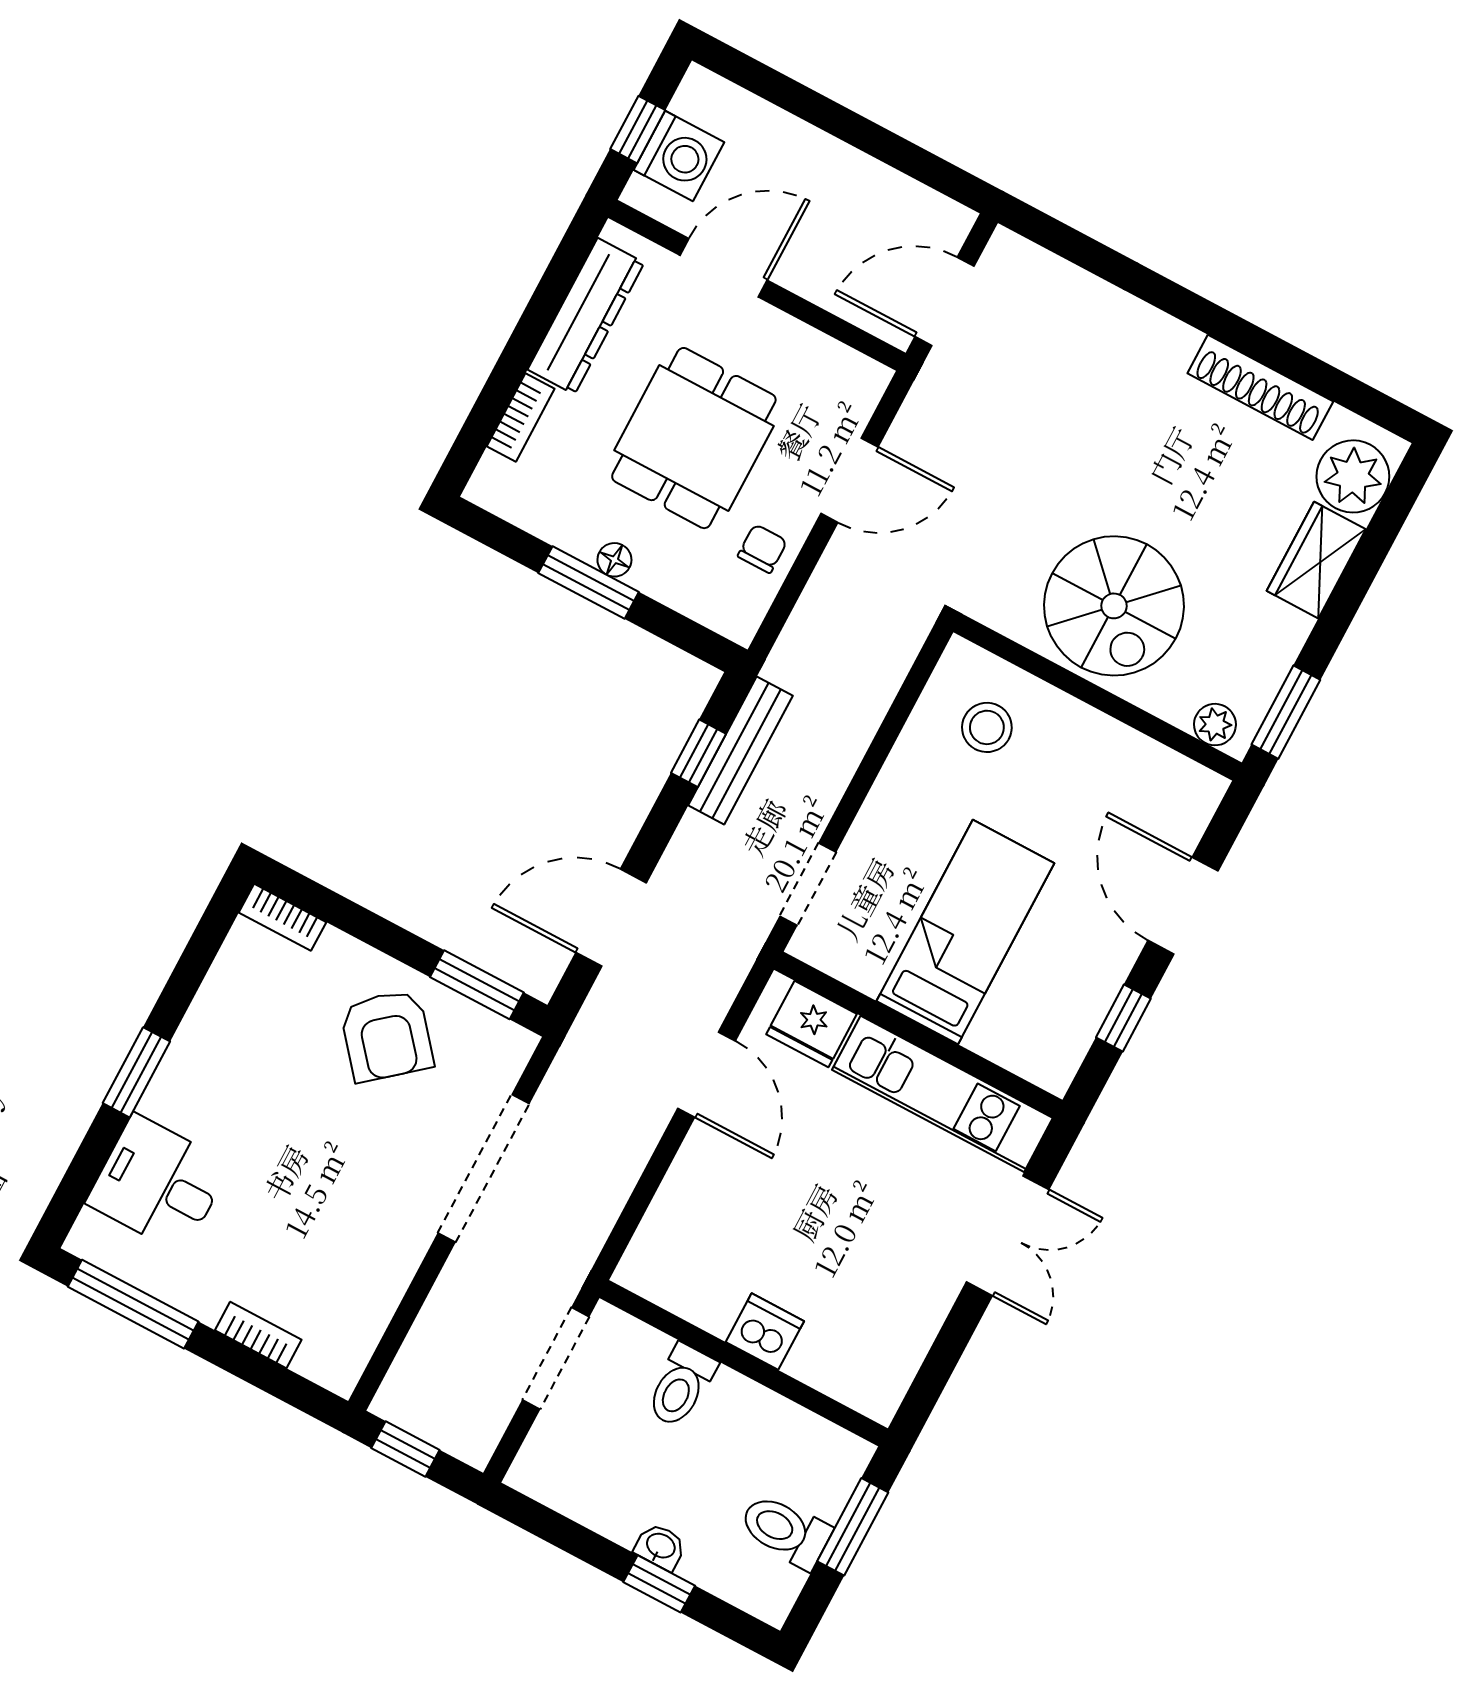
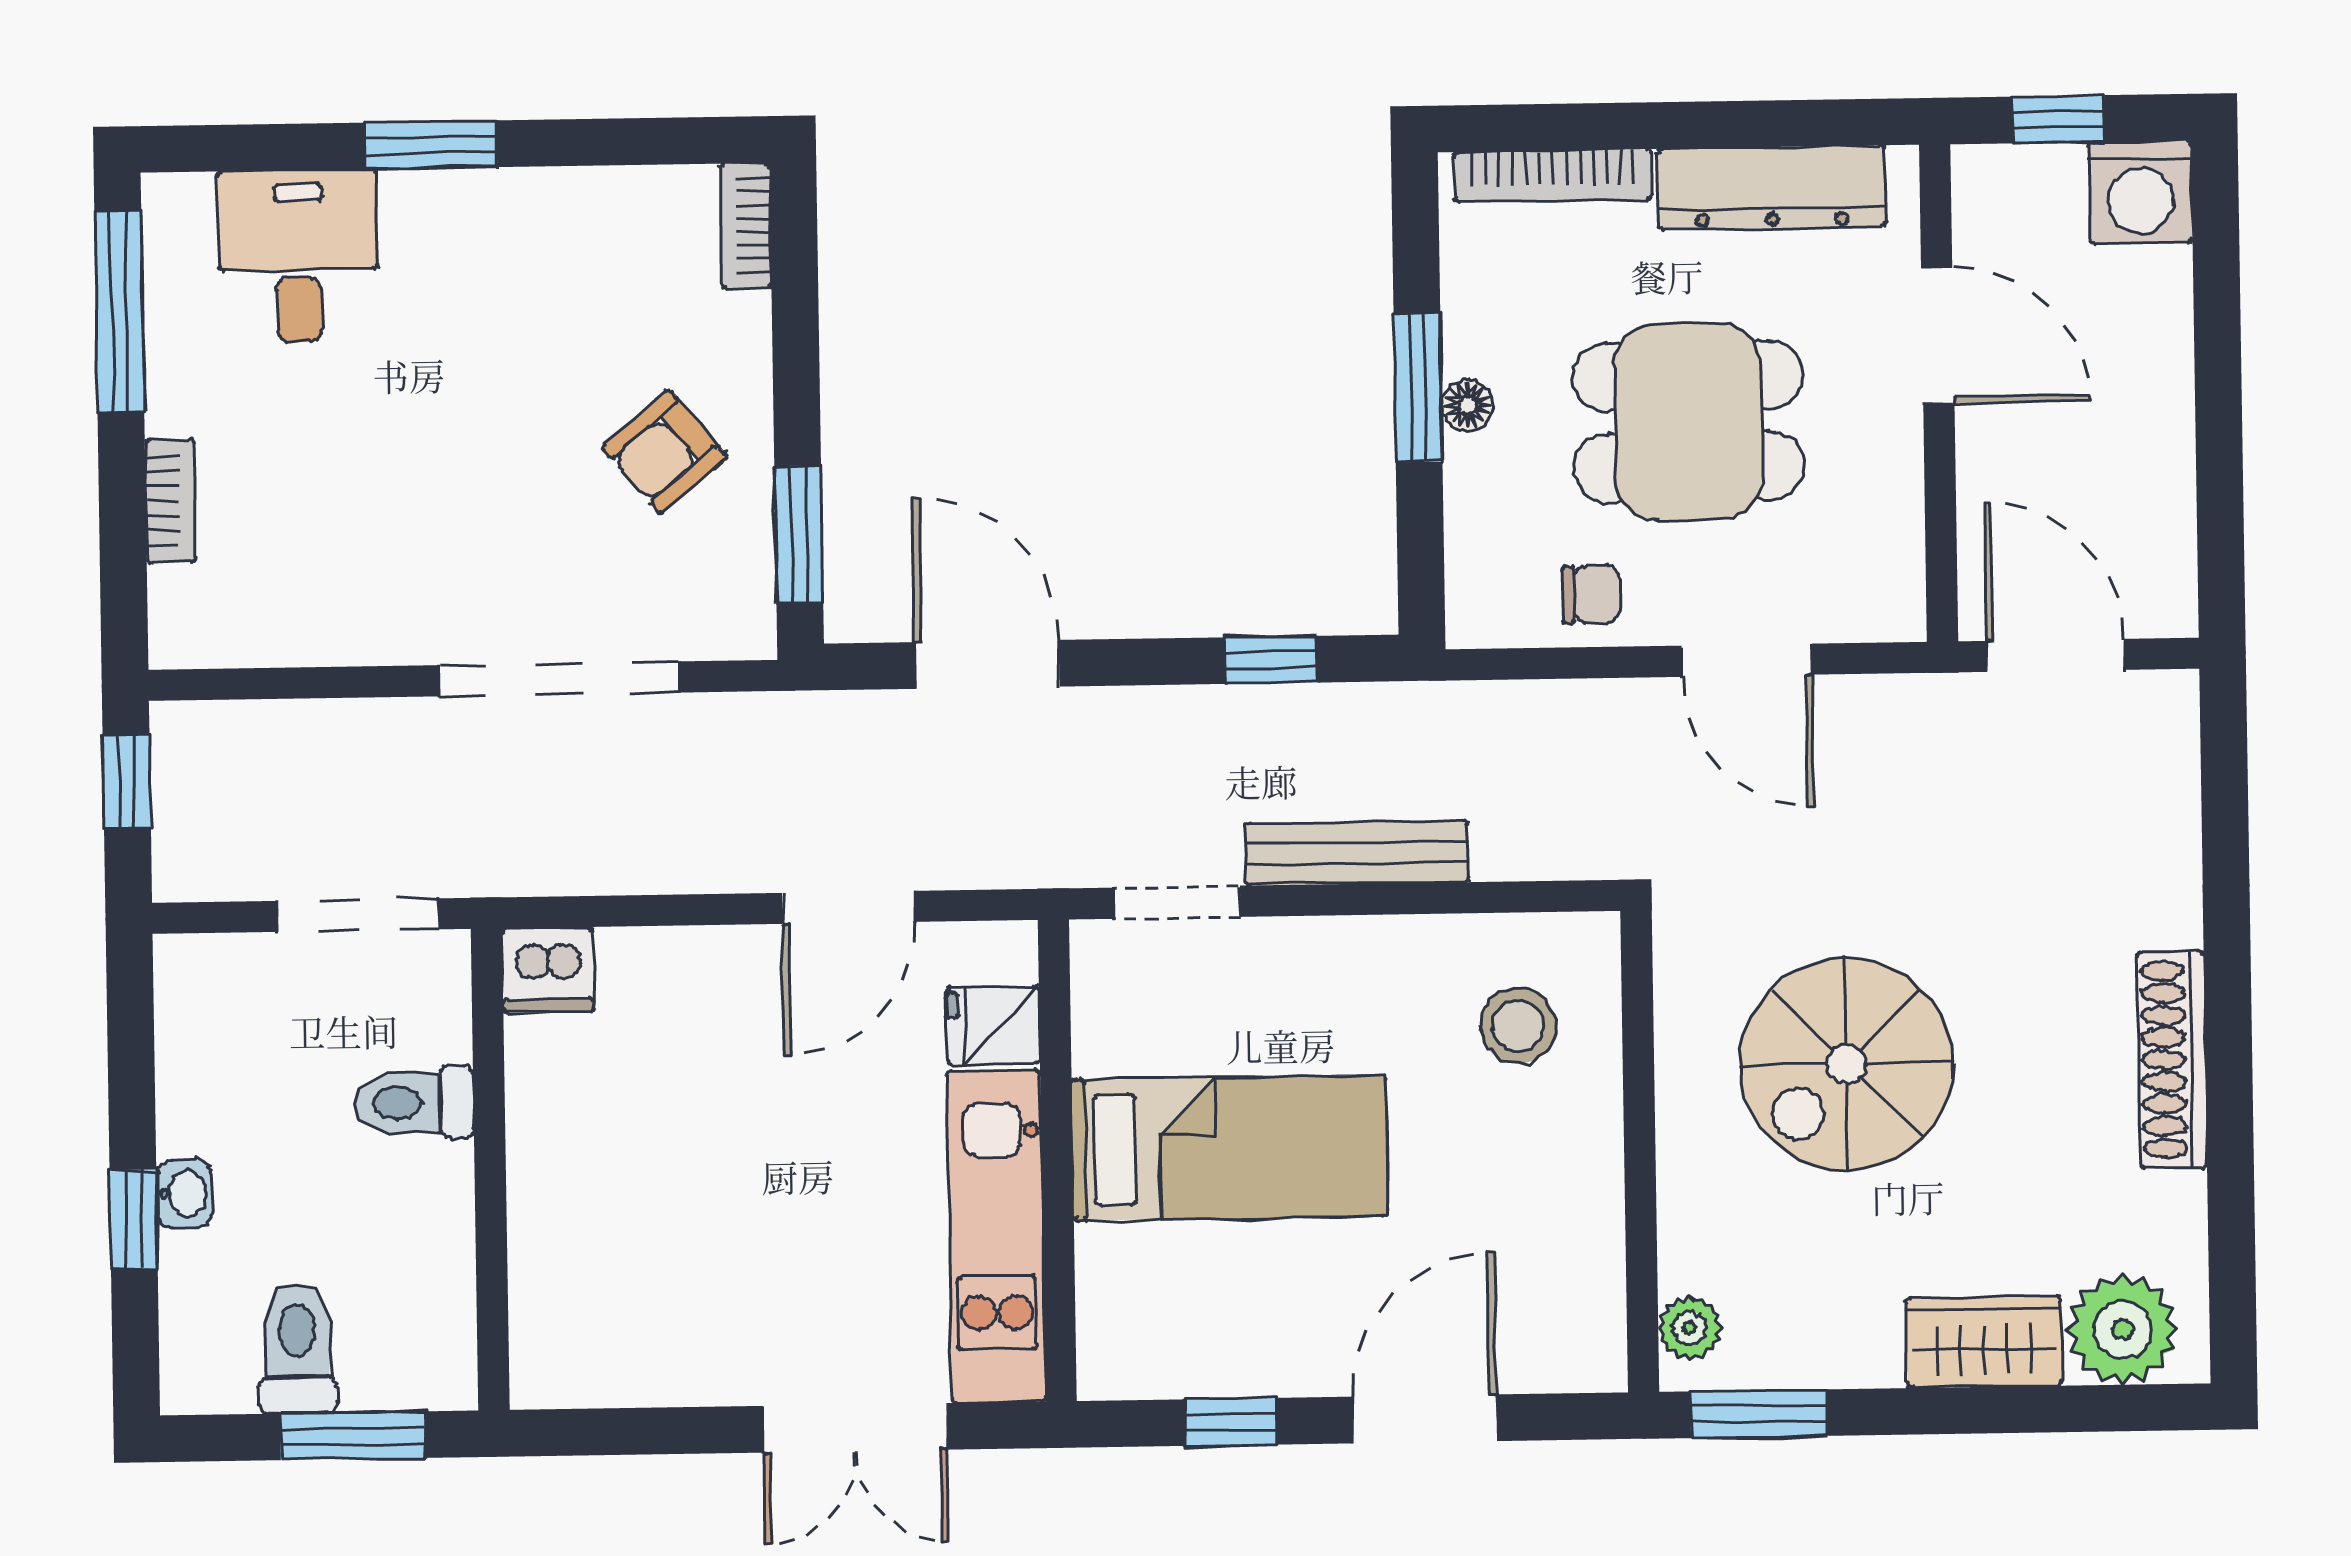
washing machine: (679, 156) -> (2141, 192), moved
shoe rack: (1260, 387) -> (2172, 1060), moved
bookcase: (521, 418) -> (1553, 176), width x1.56
spiral stairs: (1114, 606) -> (1846, 1064), moved
bench: (740, 751) -> (1357, 853), moved
fridge: (812, 1024) -> (993, 1025), width x0.72
armchair: (387, 1036) -> (665, 452), width x0.72, depth x0.72
dishwasher: (765, 1332) -> (548, 970), moved, turned 90

